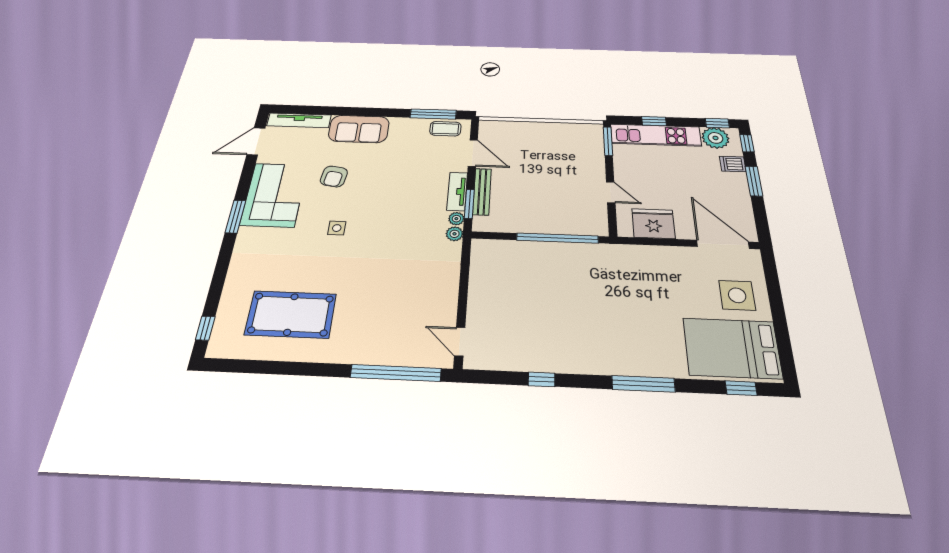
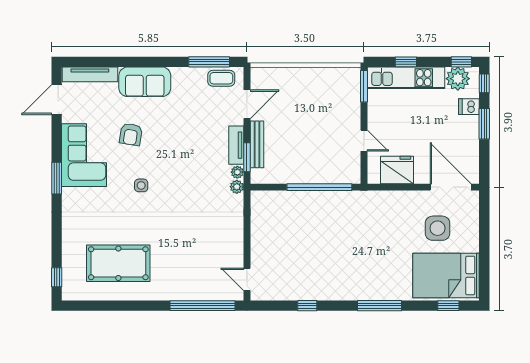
door: (473, 153) -> (247, 104), hinge flipped
side table: (737, 295) -> (438, 228), moved

